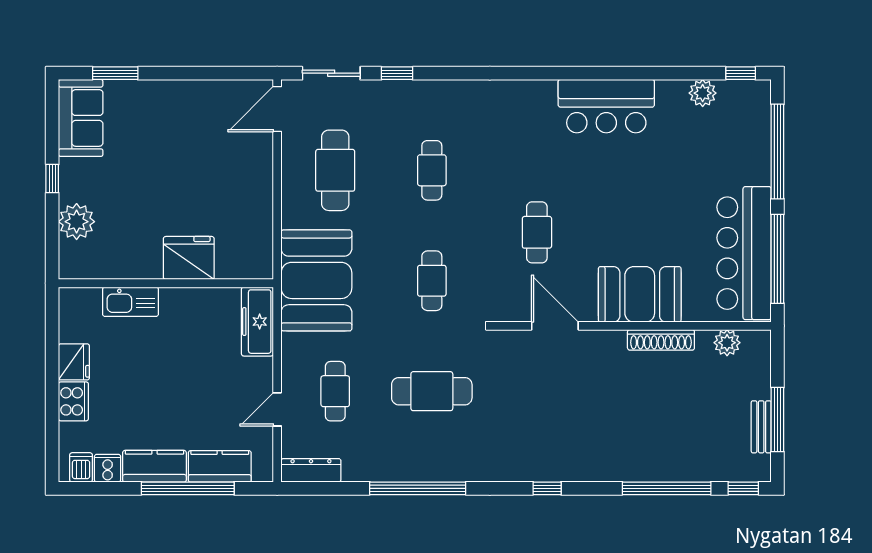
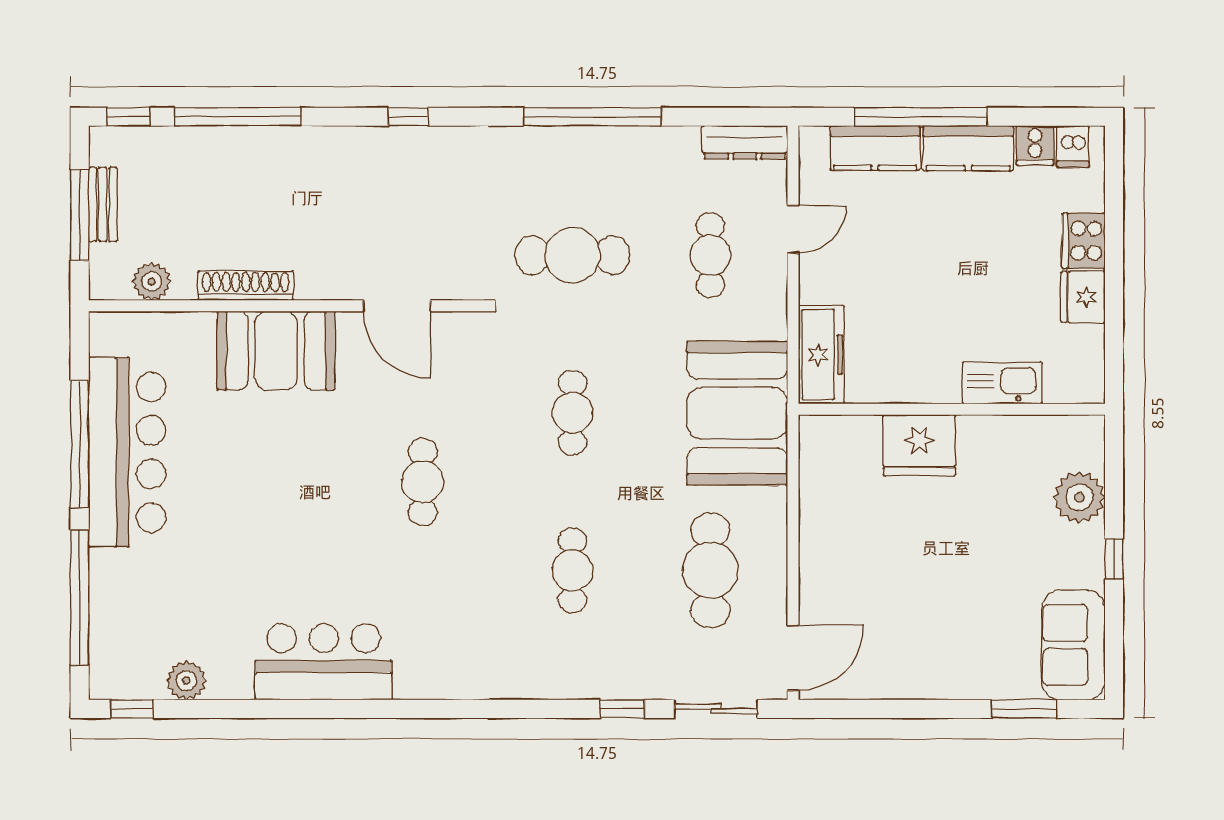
booth: (640, 294) -> (276, 351), moved
door: (555, 326) -> (397, 306), moved
wall: (632, 326) -> (287, 306), moved
shoe rack: (661, 340) -> (246, 286), moved
plant: (727, 343) -> (152, 282), moved

